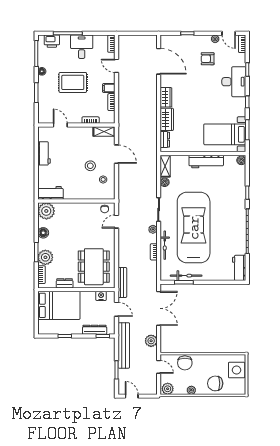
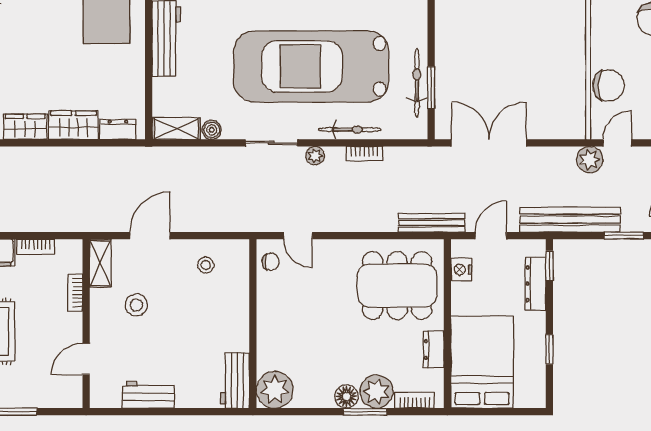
stool: (90, 166) -> (136, 305), moved
floor lamp: (43, 233) -> (346, 397), moved
plant: (151, 341) -> (590, 160), moved

